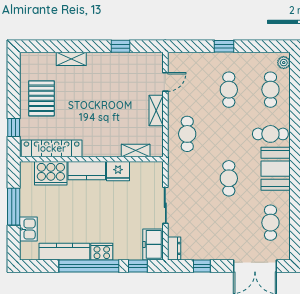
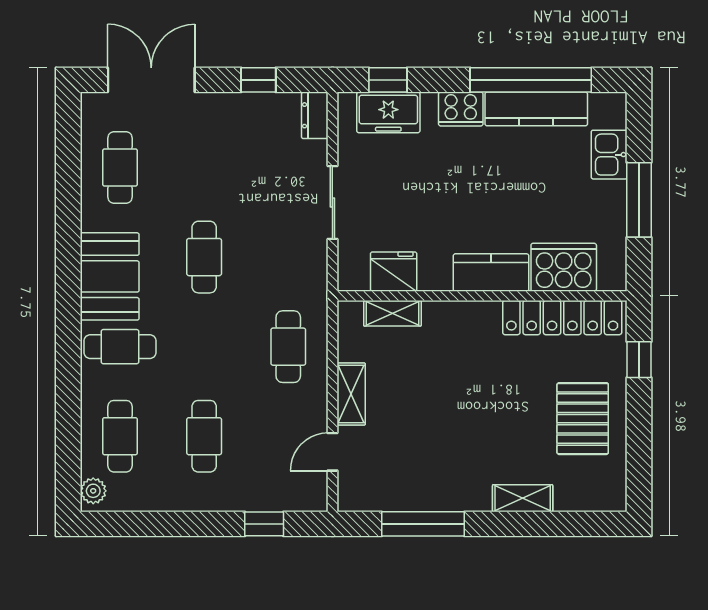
window: (121, 46) -> (423, 524), width x2.17
window: (224, 46) -> (264, 524), moved
fridge: (118, 171) -> (394, 272), moved
freezer: (153, 244) -> (388, 112), moved, turned 90
window: (89, 266) -> (531, 80), moved

